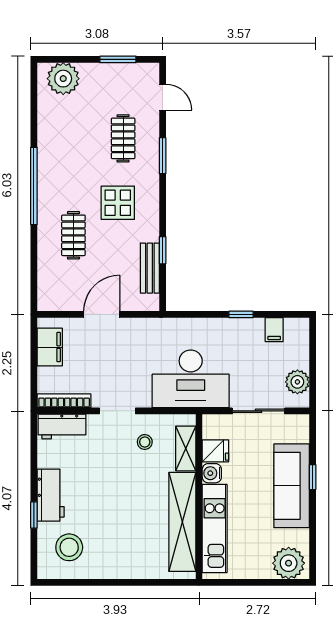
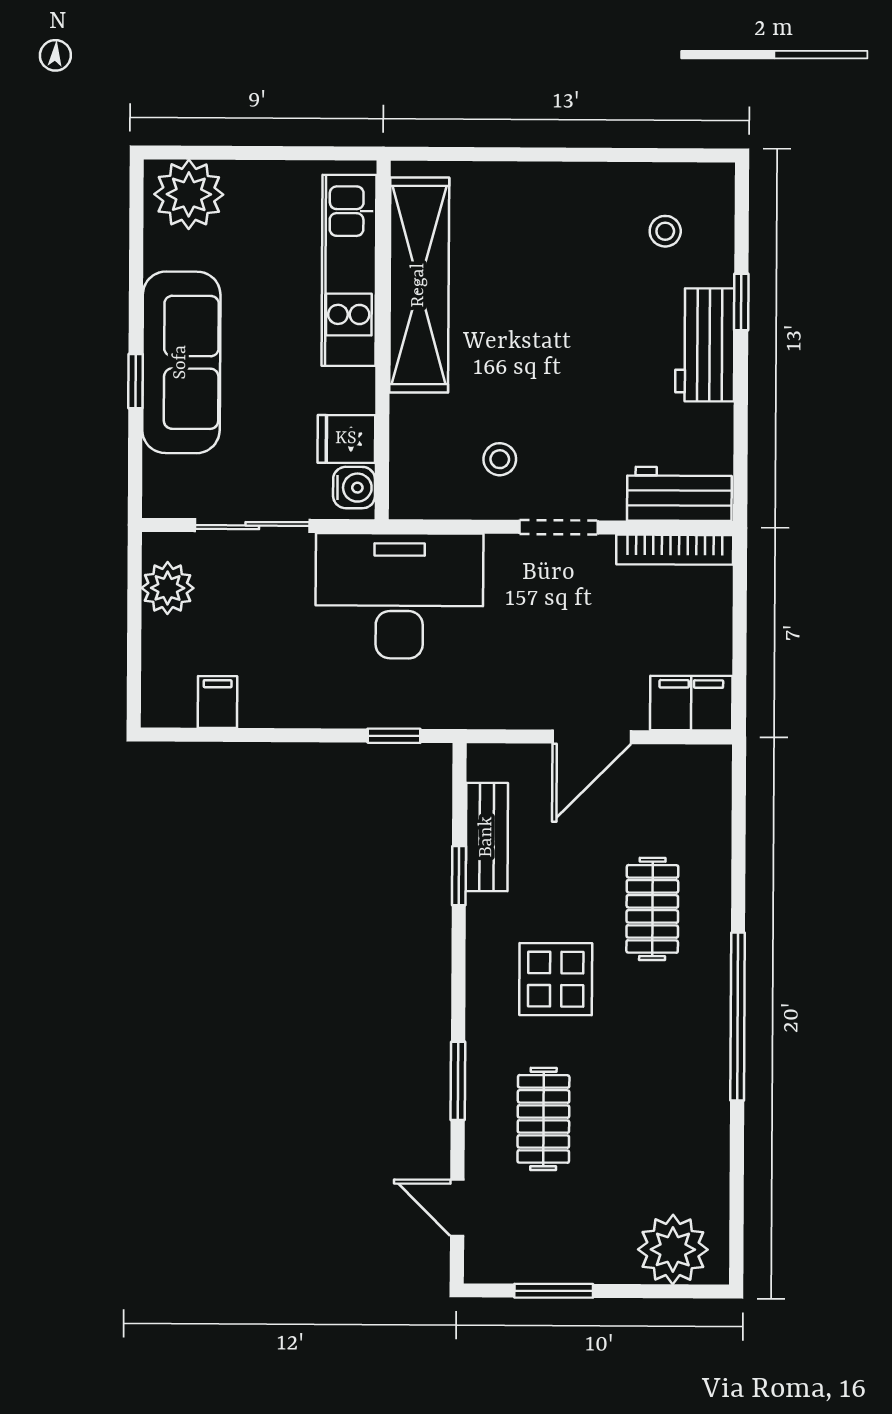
window: (241, 314) -> (394, 736), moved
filing cabinet: (50, 347) -> (691, 703), moved, turned 90
shelving: (186, 448) -> (411, 445), removed
water cooler: (212, 473) -> (354, 488), moved
stool: (69, 547) -> (665, 231), width x0.53, depth x0.53

